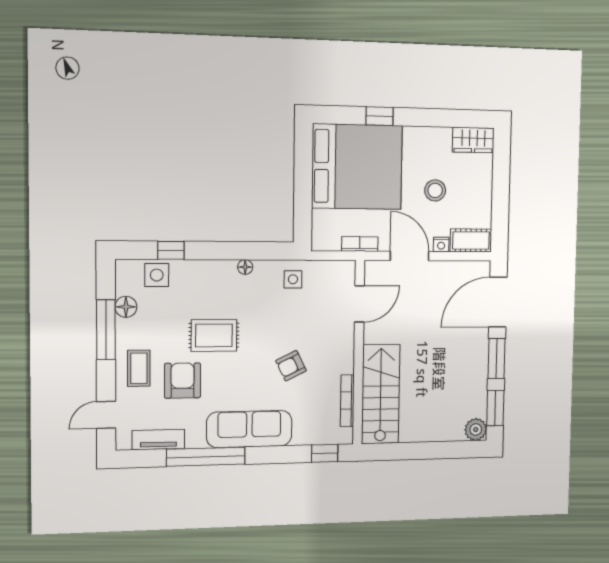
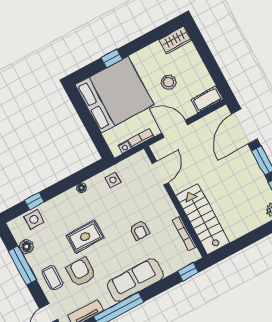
nightstand: (441, 244) -> (125, 147), moved
armchair: (291, 366) -> (139, 231), turned -64

